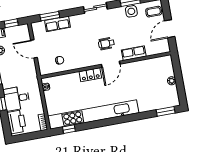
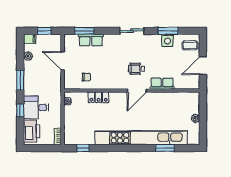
locker: (90, 75) -> (99, 97), moved
window: (166, 111) -> (165, 148), moved
kitchen unit: (93, 114) -> (141, 138), moved

